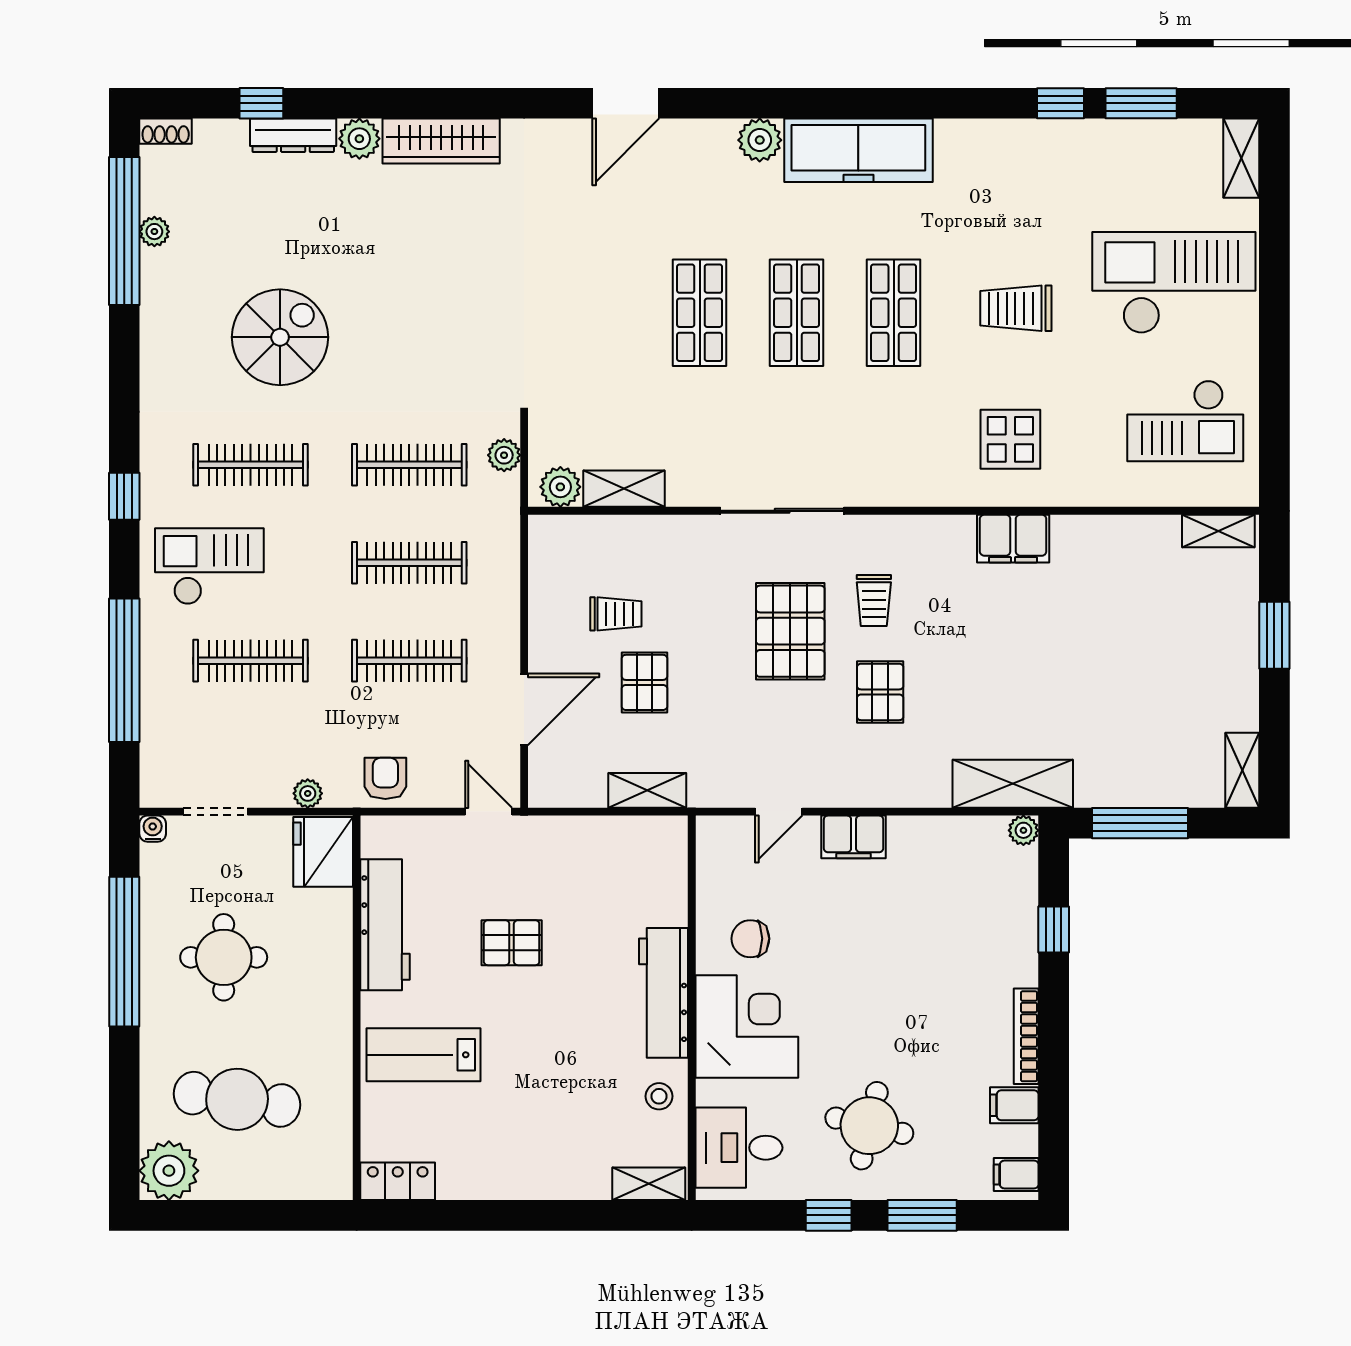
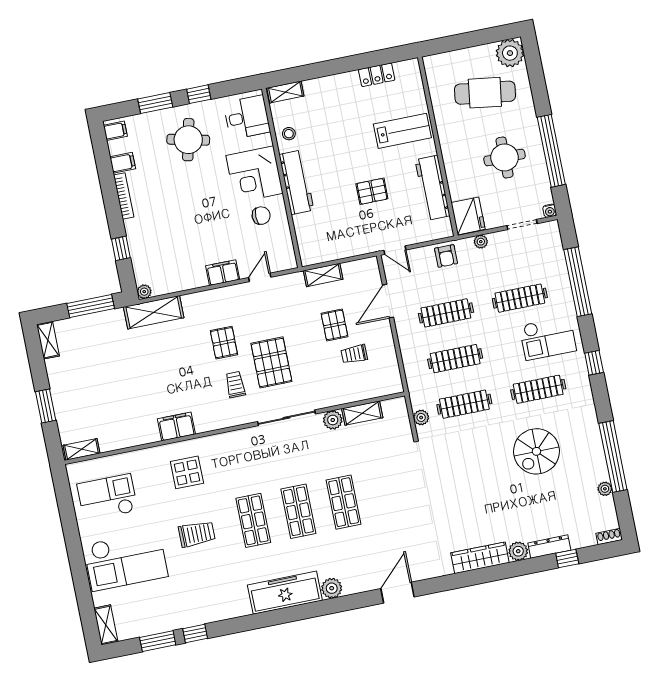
window: (124, 231) -> (613, 457), moved
plant: (560, 487) -> (333, 420), moved
locker: (398, 1181) -> (377, 75), moved

